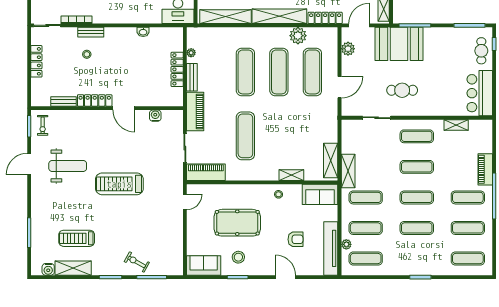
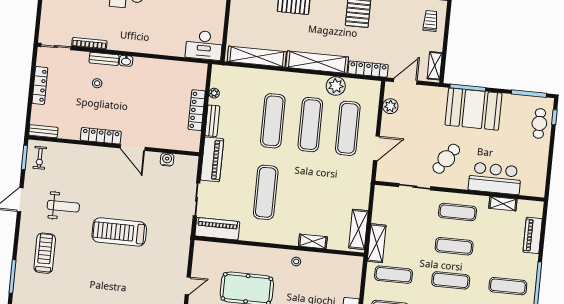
washbasin: (143, 32) -> (126, 61), moved
booth: (399, 44) -> (474, 109), moved
cafe table: (402, 90) -> (446, 159), turned -56
bar counter: (480, 93) -> (495, 178), moved, turned 90
bench: (63, 102) -> (43, 131), moved
weight bench: (68, 166) -> (63, 206), width x0.73, depth x0.75
piano: (485, 169) -> (533, 235), moved
sofa: (320, 194) -> (343, 266), removed
door: (185, 202) -> (188, 286), moved
treadmill: (77, 238) -> (45, 253), moved, turned 90

